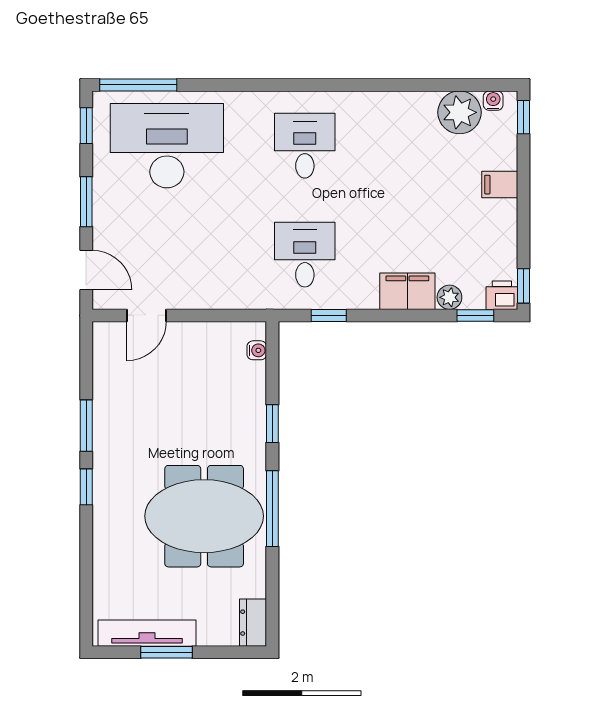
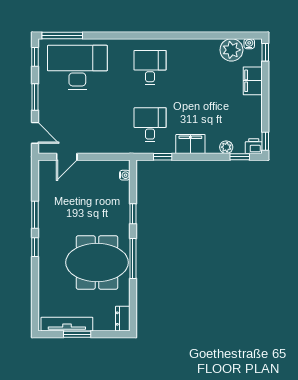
filing cabinet: (500, 185) -> (253, 81), width x2.00
filing cabinet: (407, 291) -> (190, 144), moved

